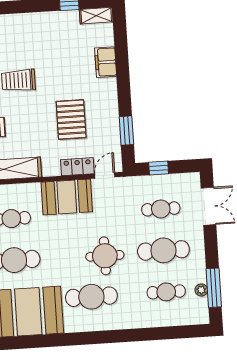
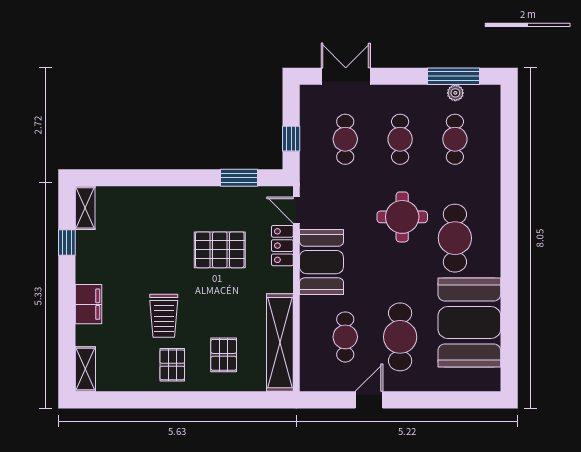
filing cabinet: (106, 62) -> (88, 304), moved, turned -90
cafe table: (163, 250) -> (400, 139), width x0.73, depth x0.74

